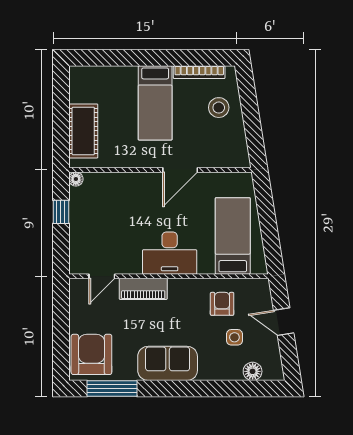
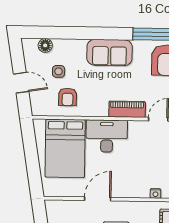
nightstand: (104, 178) -> (155, 193), added
bed: (233, 236) -> (65, 148), width x1.50

